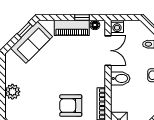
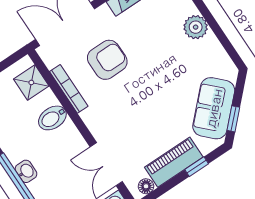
window: (82, 18) -> (197, 167), moved
bidet: (120, 78) -> (52, 118), moved

